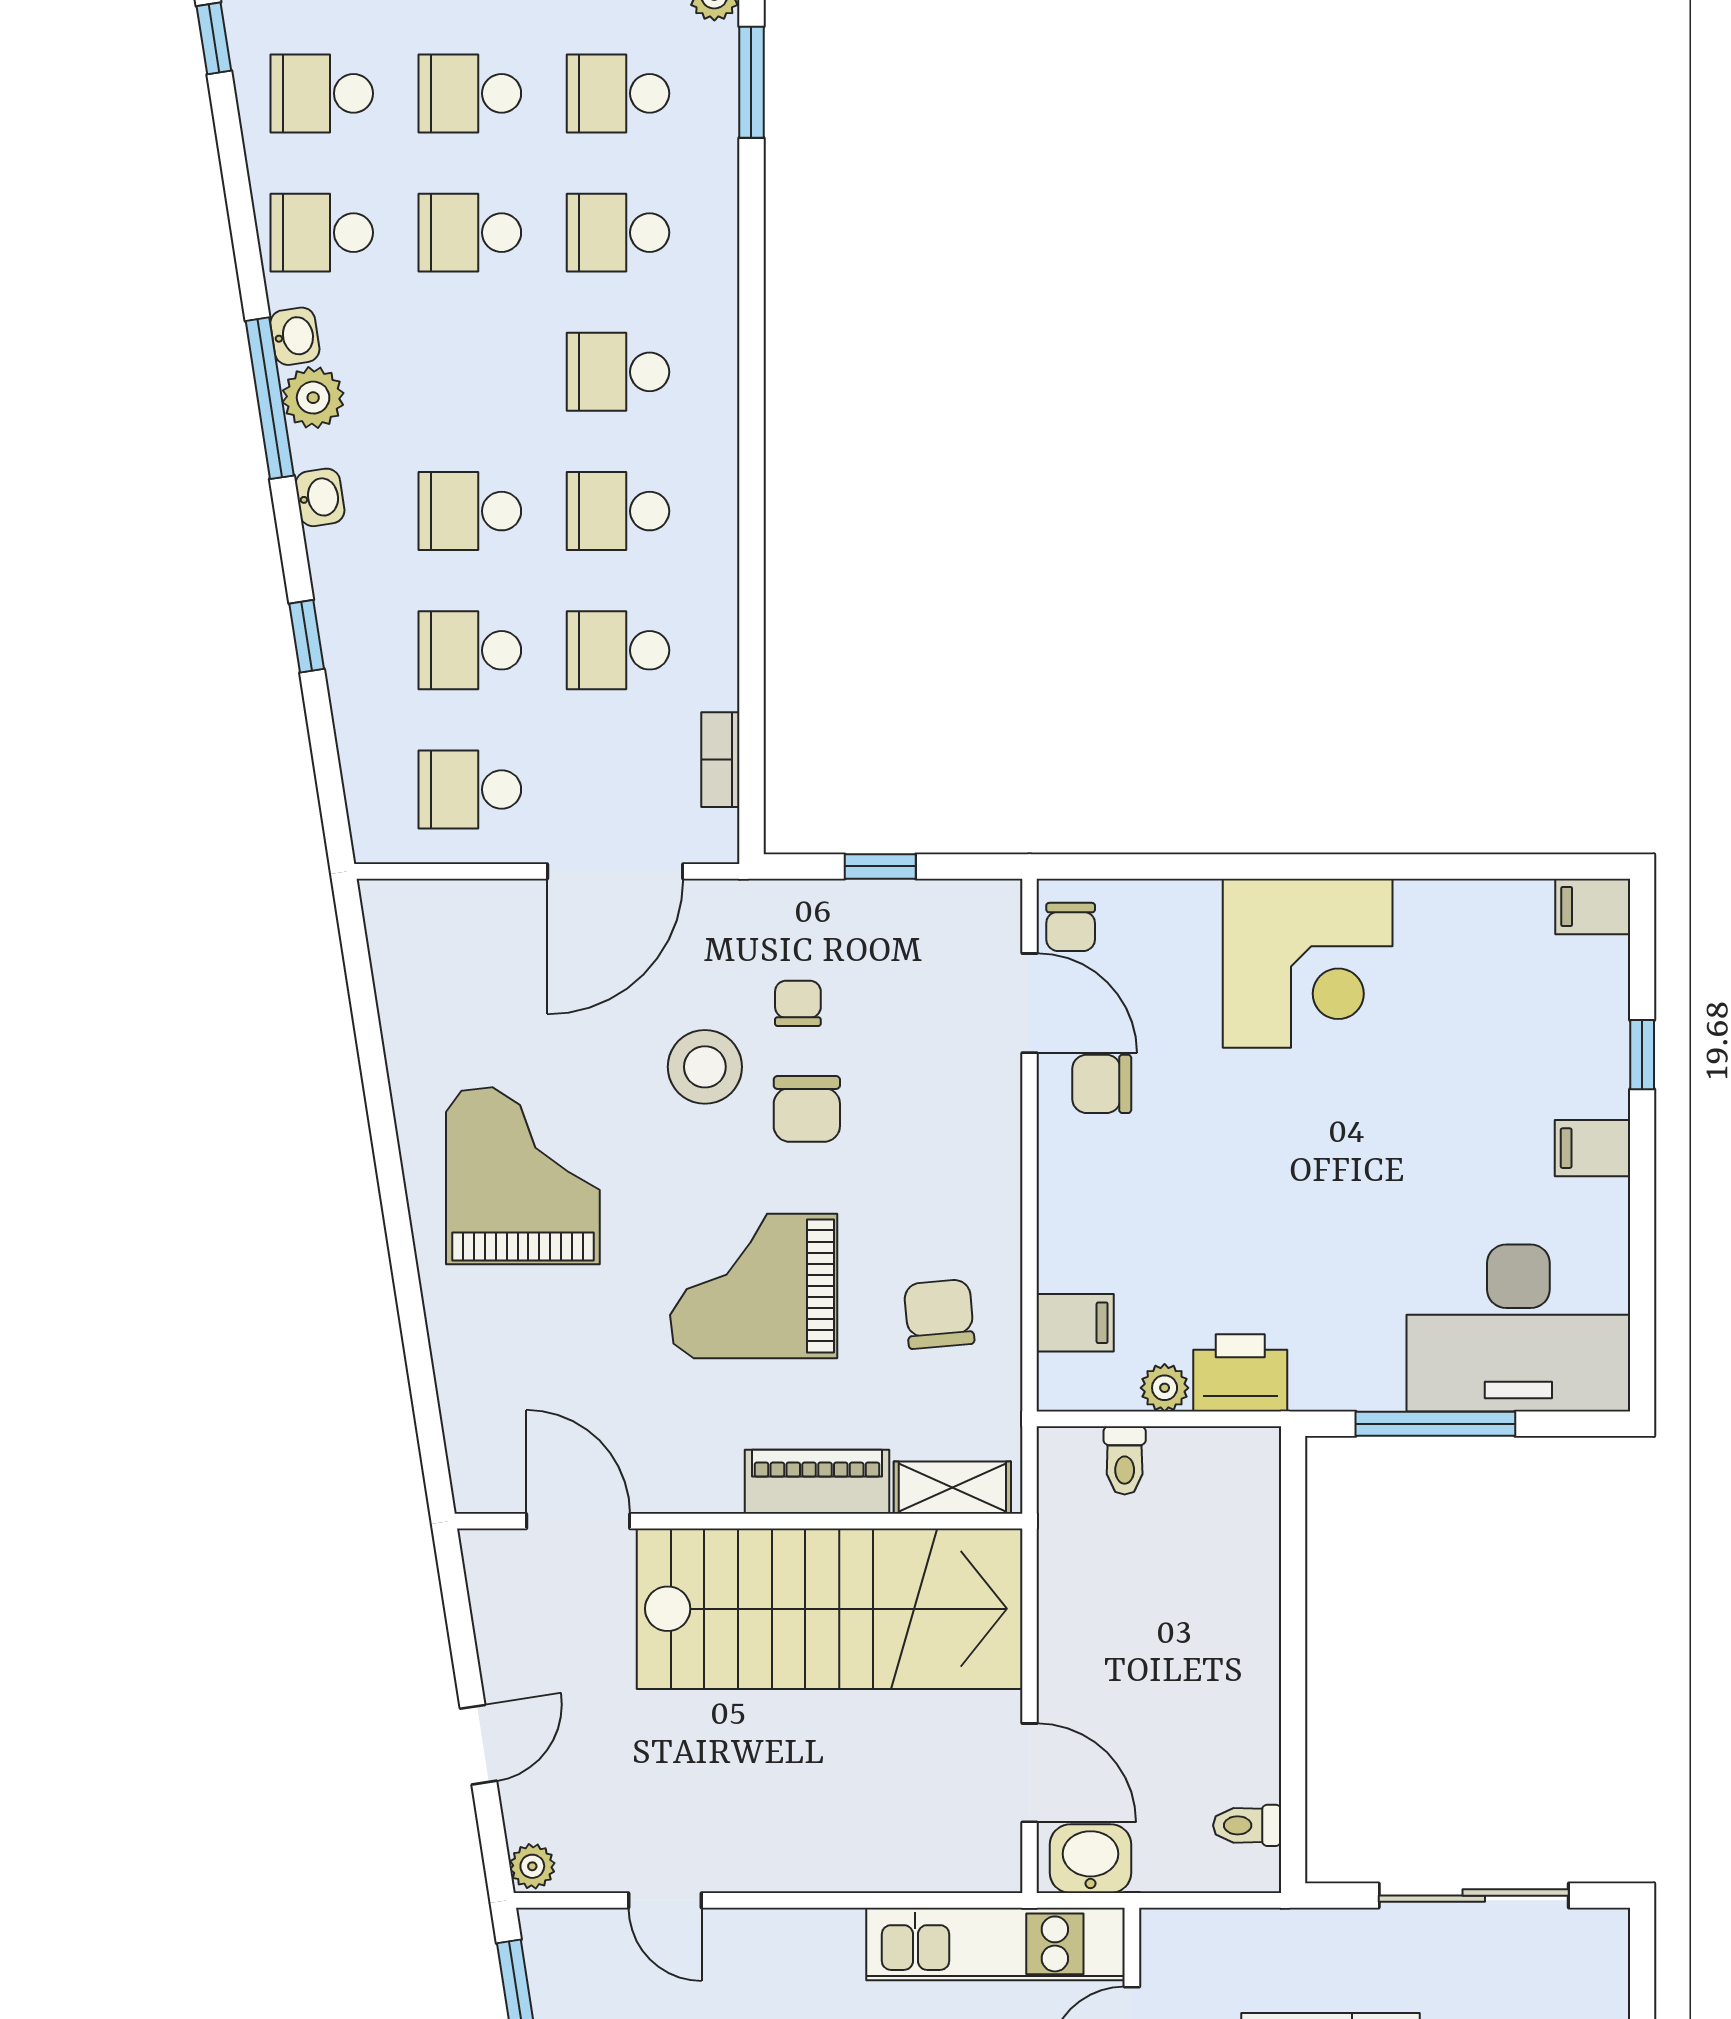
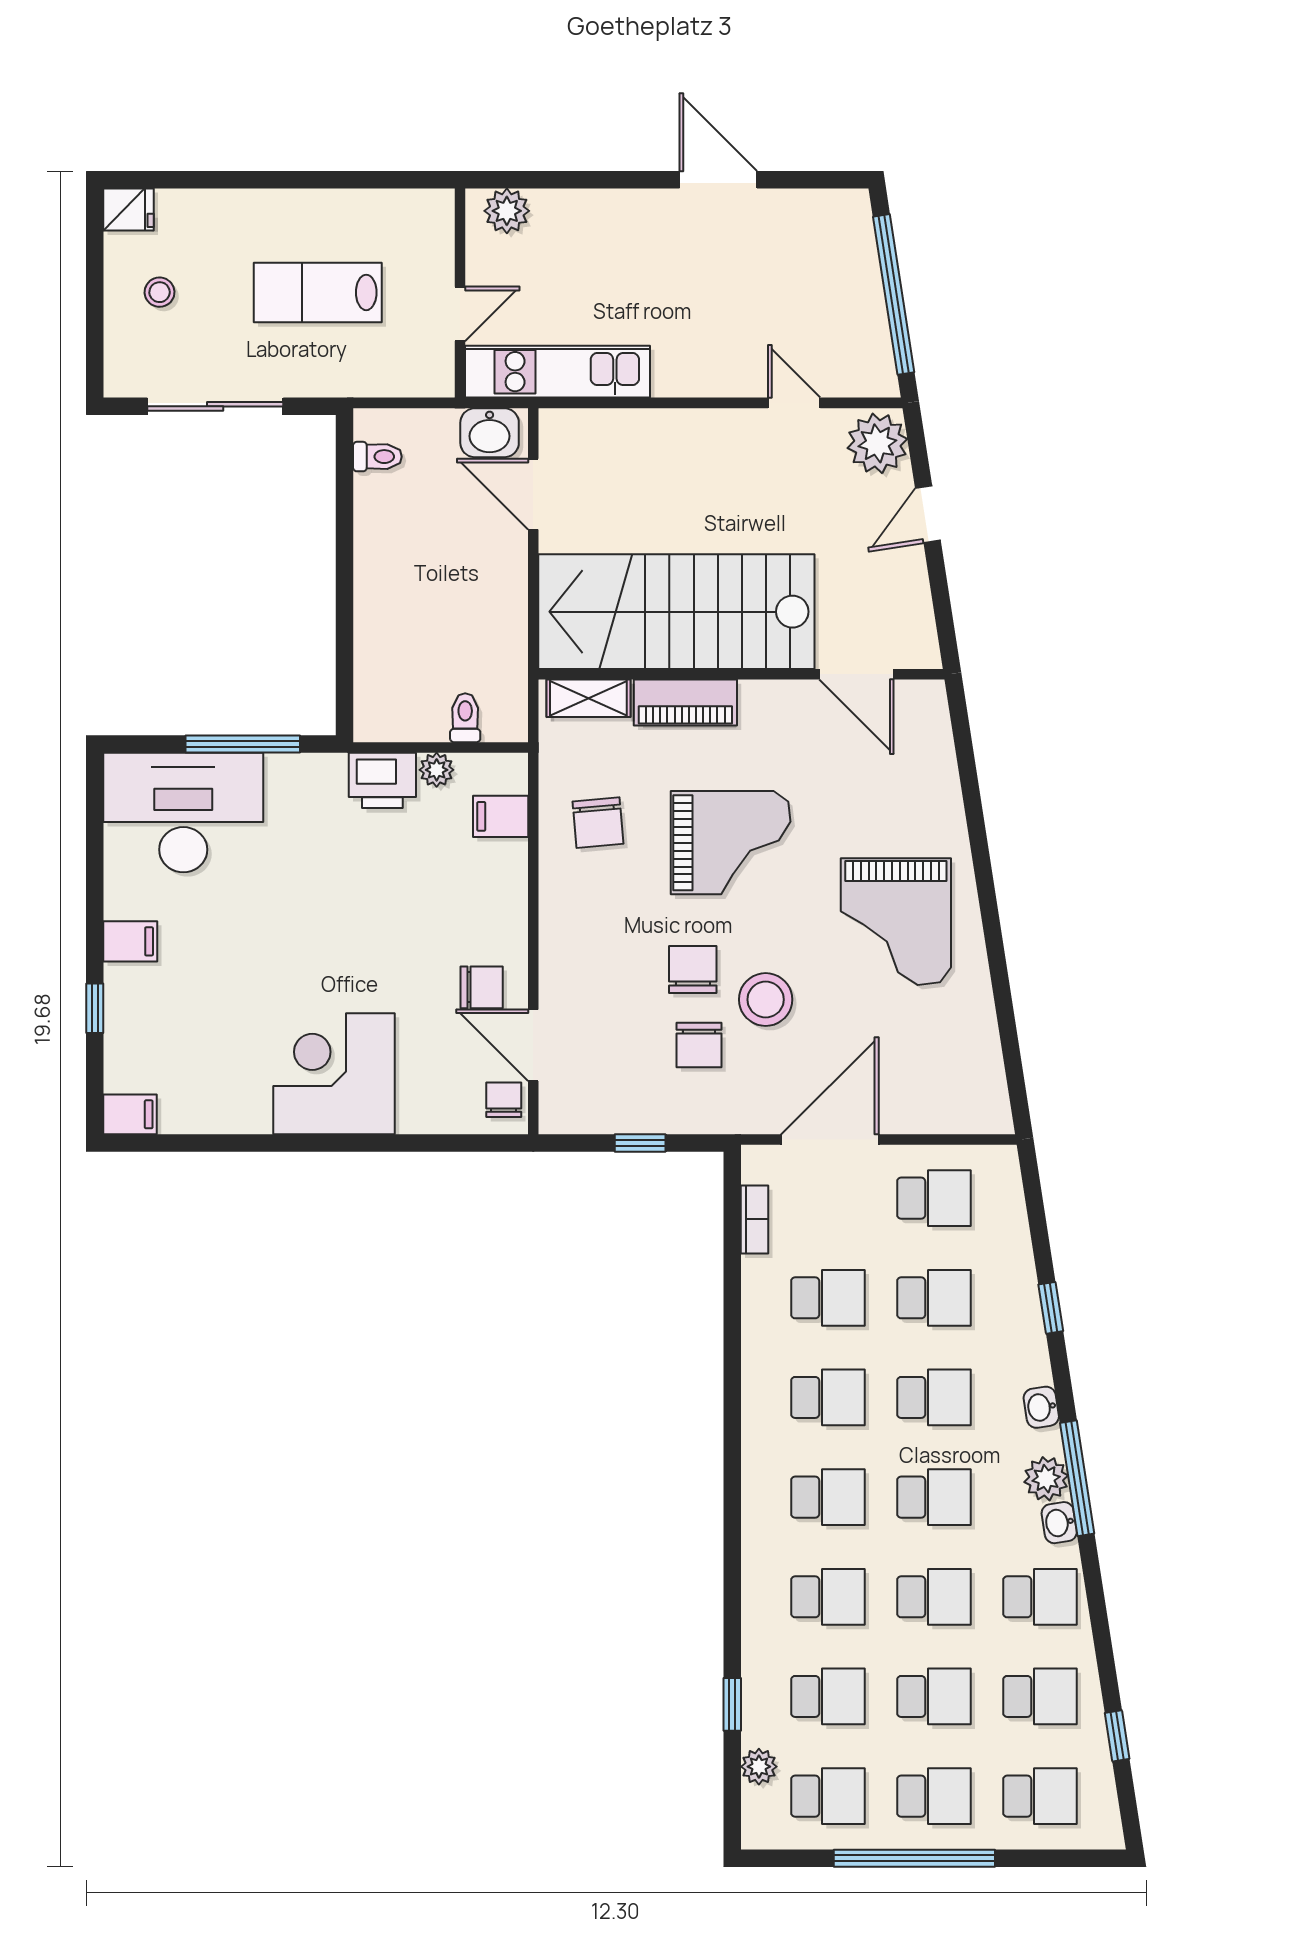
window: (751, 82) -> (732, 1704), width x0.67
school desk: (470, 372) -> (934, 1497), added
chair: (798, 1003) -> (699, 1045), width x1.37, depth x1.37
plant: (532, 1866) -> (877, 443), width x1.88, depth x1.88

